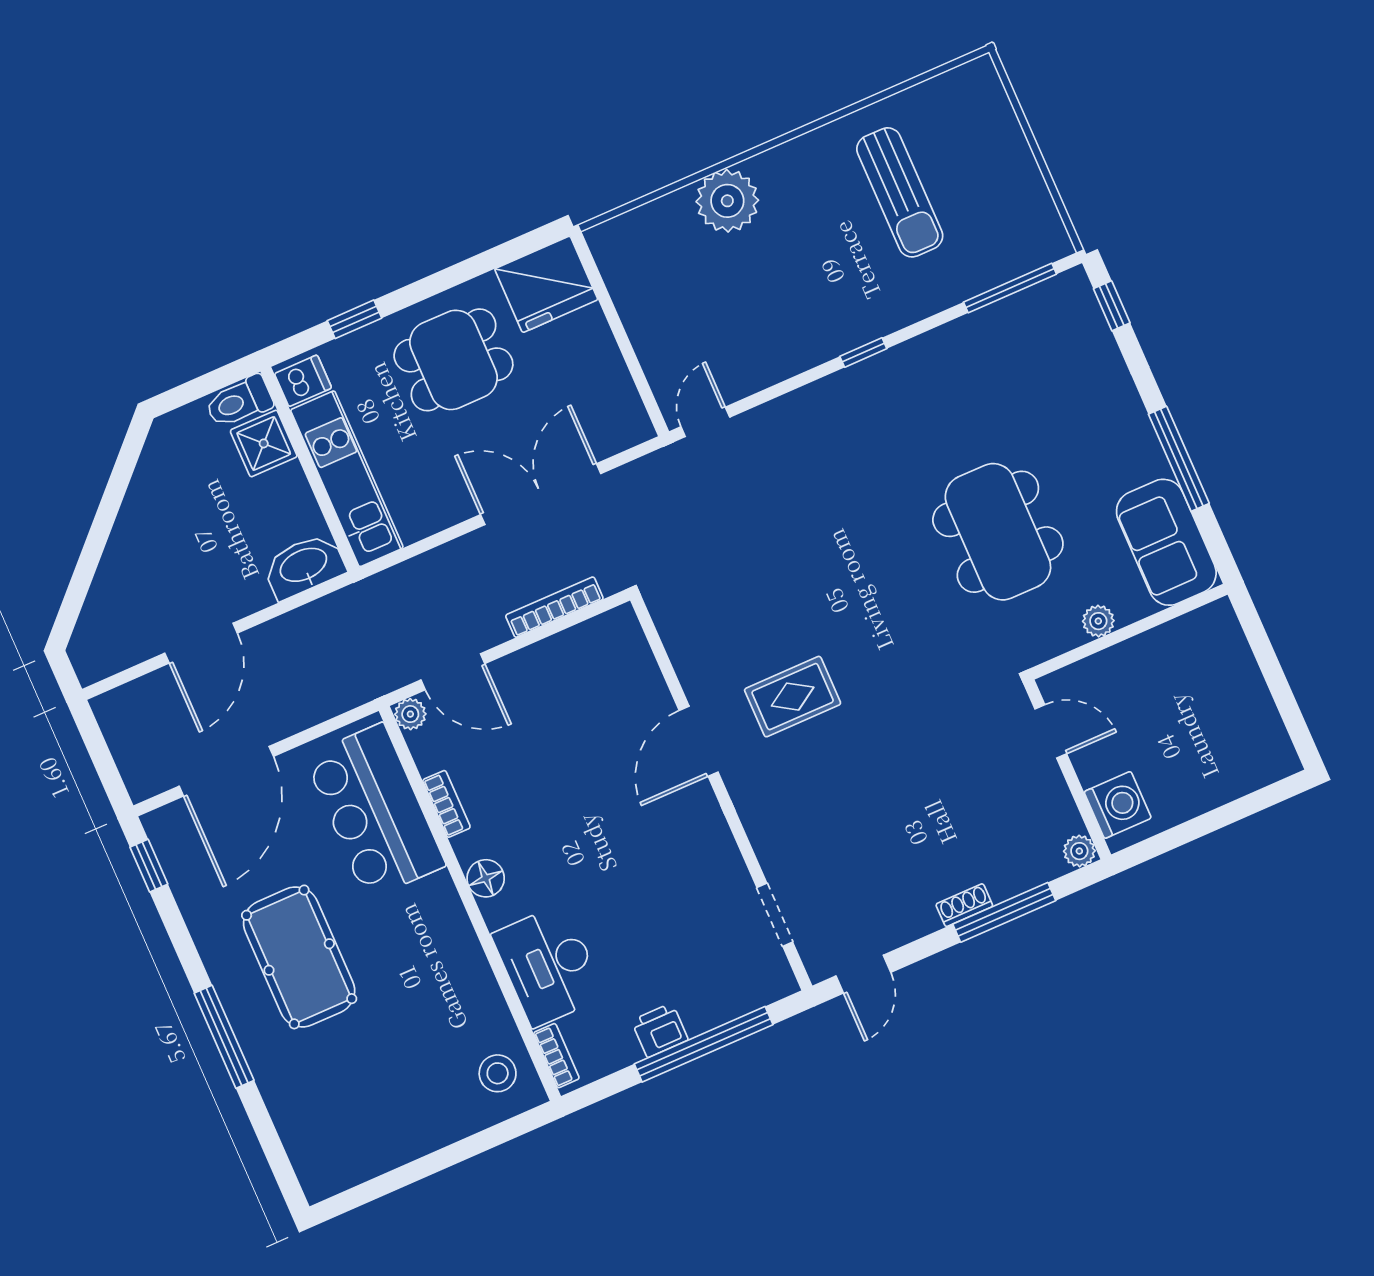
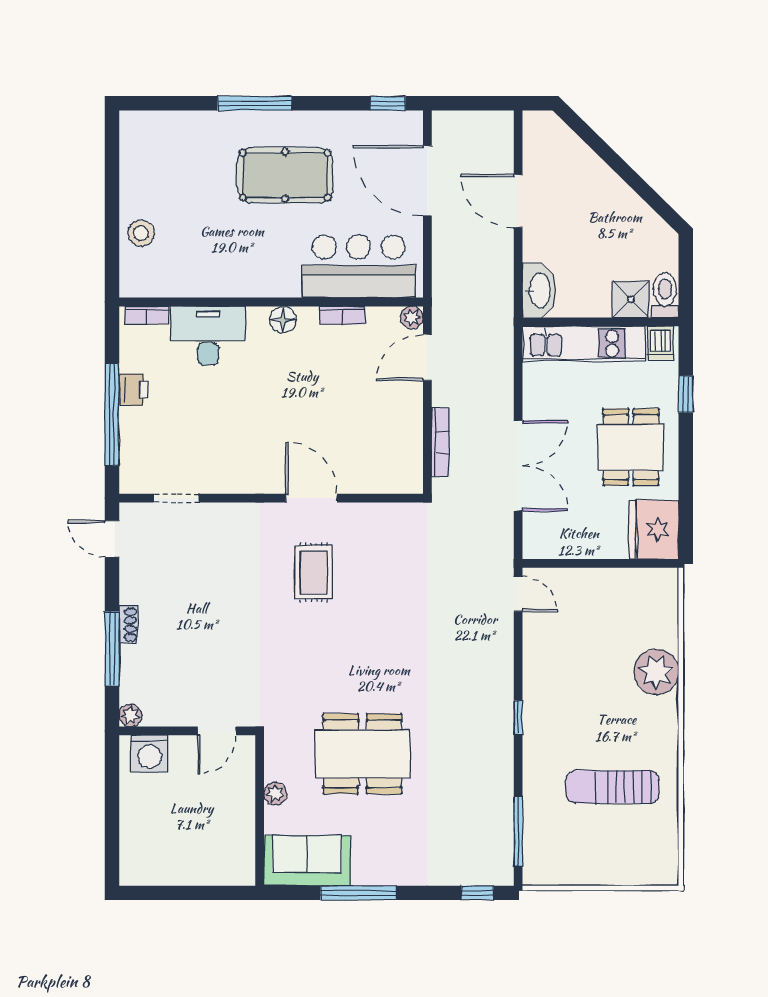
stool: (498, 1073) -> (141, 233), moved

